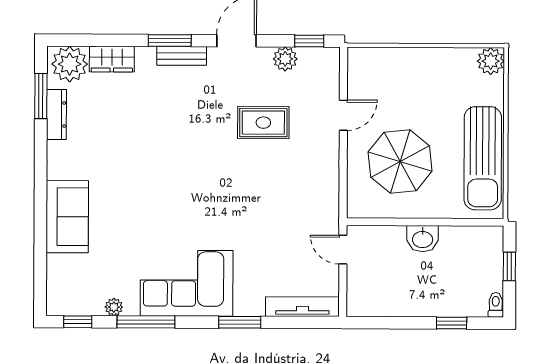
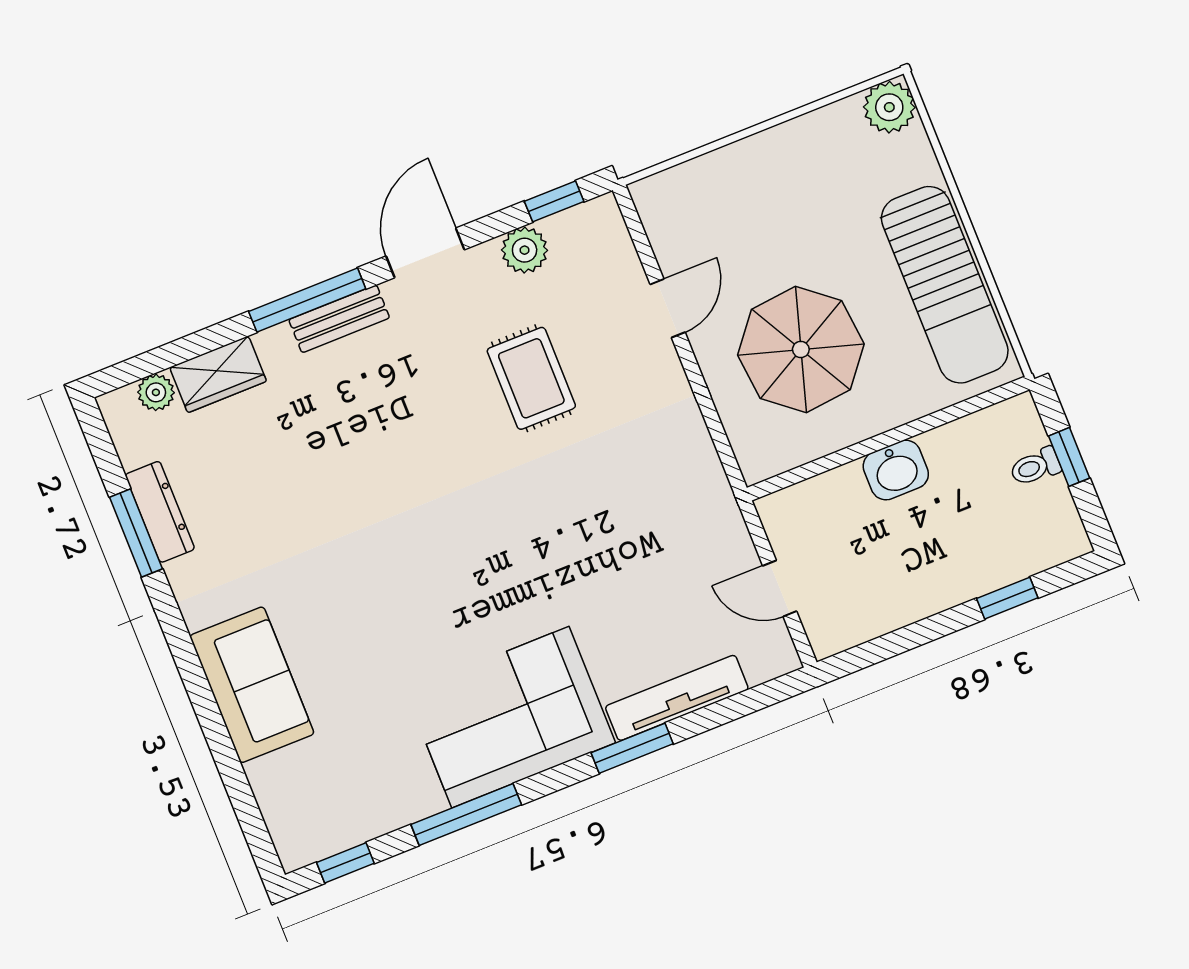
window: (170, 41) -> (307, 300), width x1.44
plant: (70, 64) -> (156, 392), width x0.53, depth x0.53
window: (41, 96) -> (136, 533), moved
rug: (263, 123) -> (531, 378), turned 90
door: (343, 250) -> (780, 589), moved
toilet: (496, 305) -> (1035, 467), moved, turned -90
plant: (114, 307) -> (399, 811), removed
tv unit: (302, 307) -> (677, 698), moved

